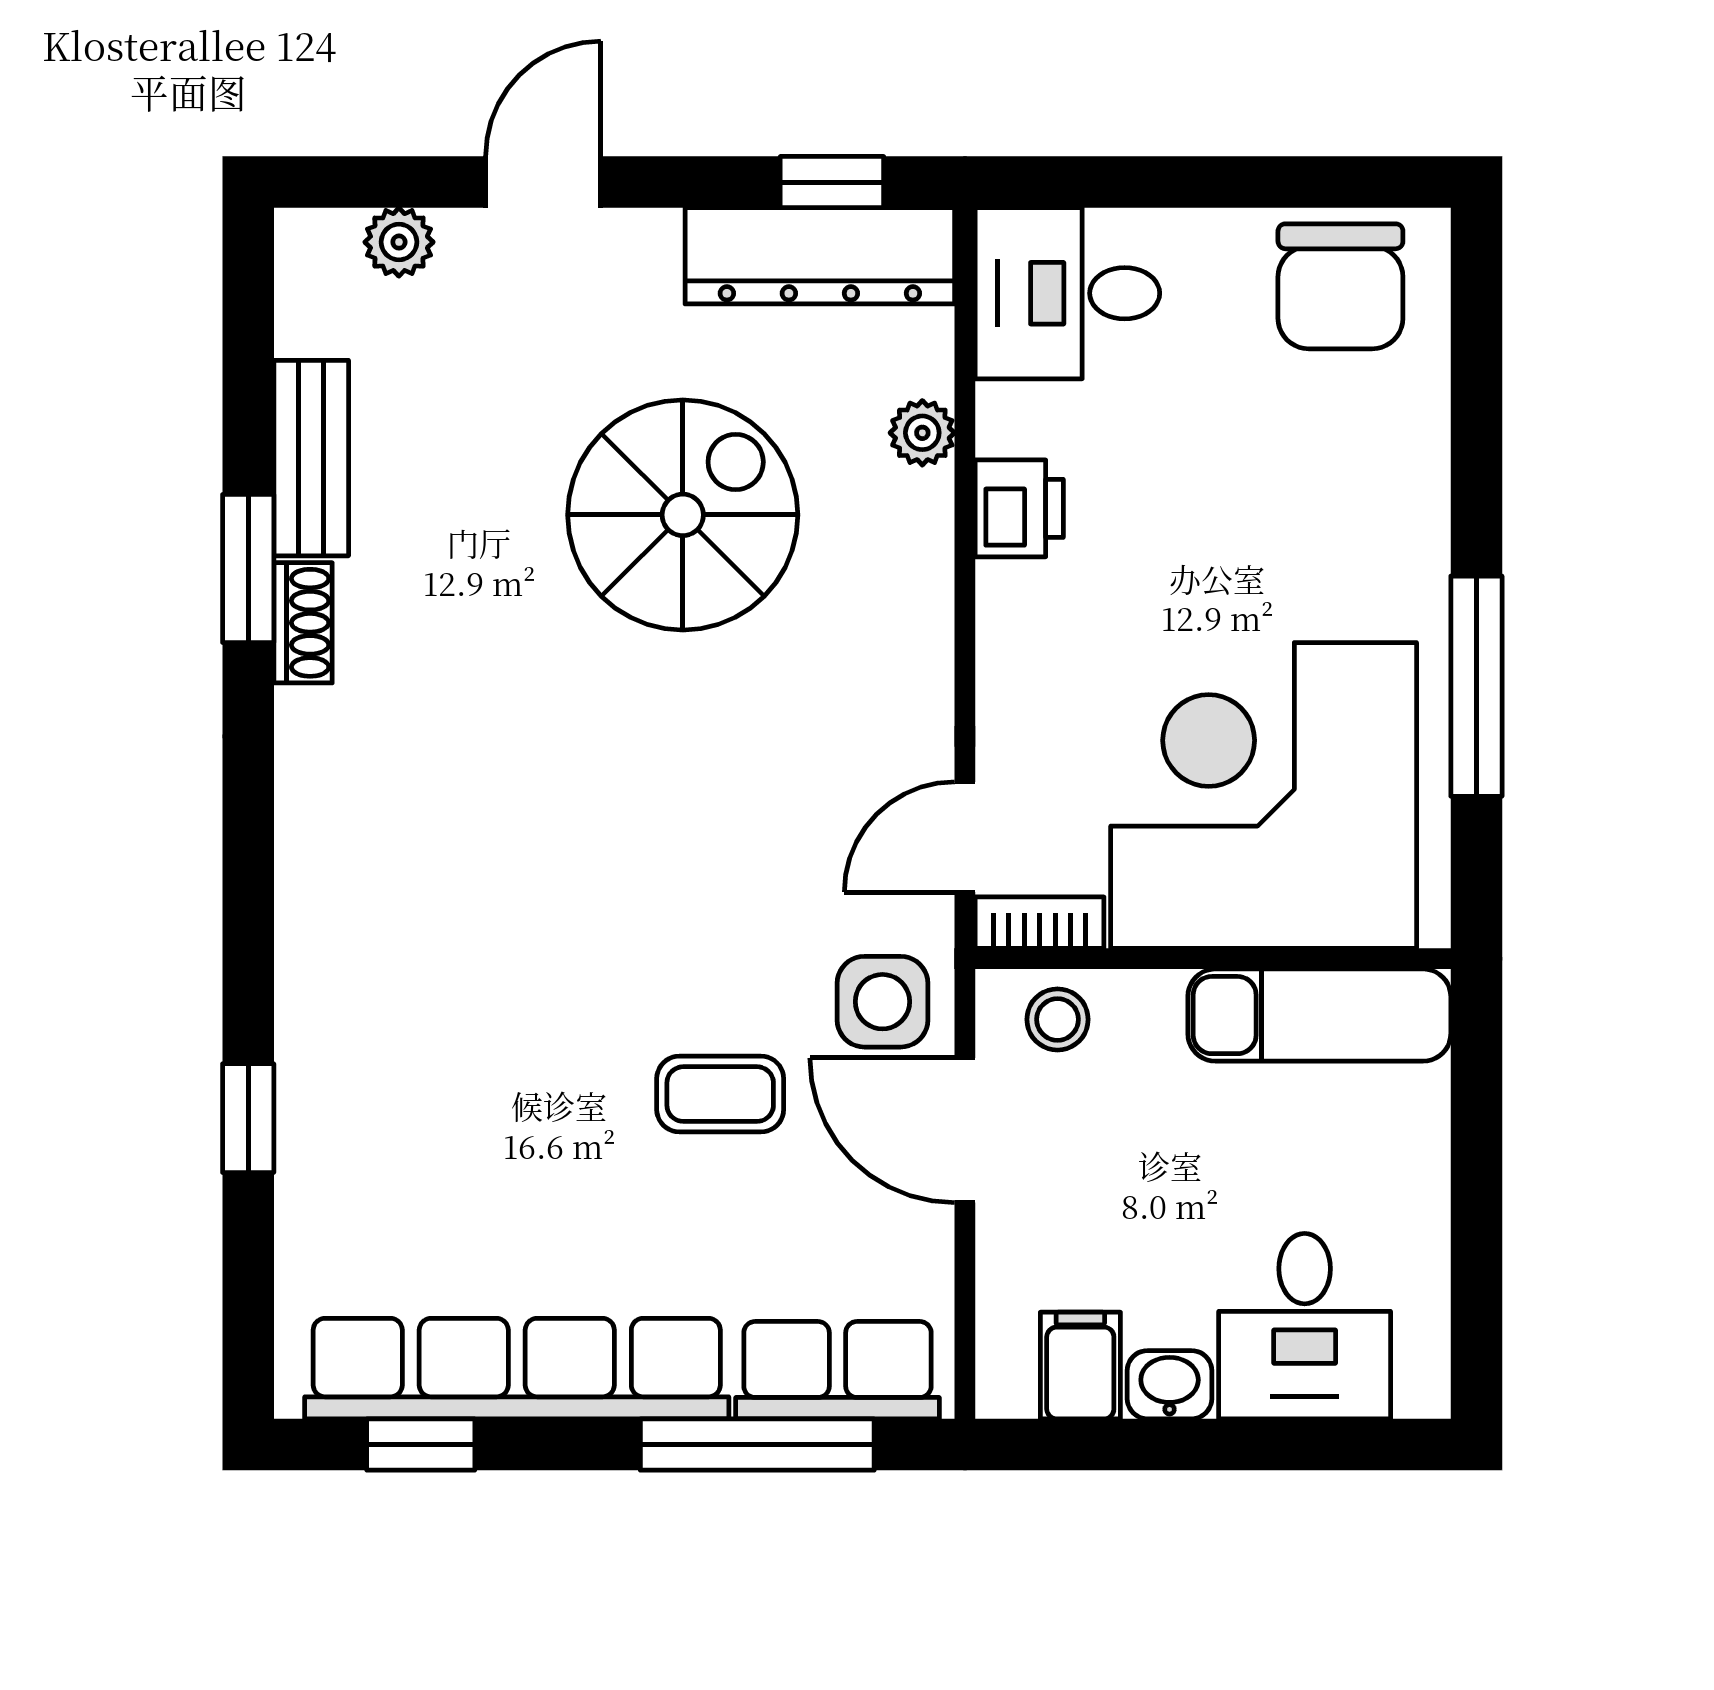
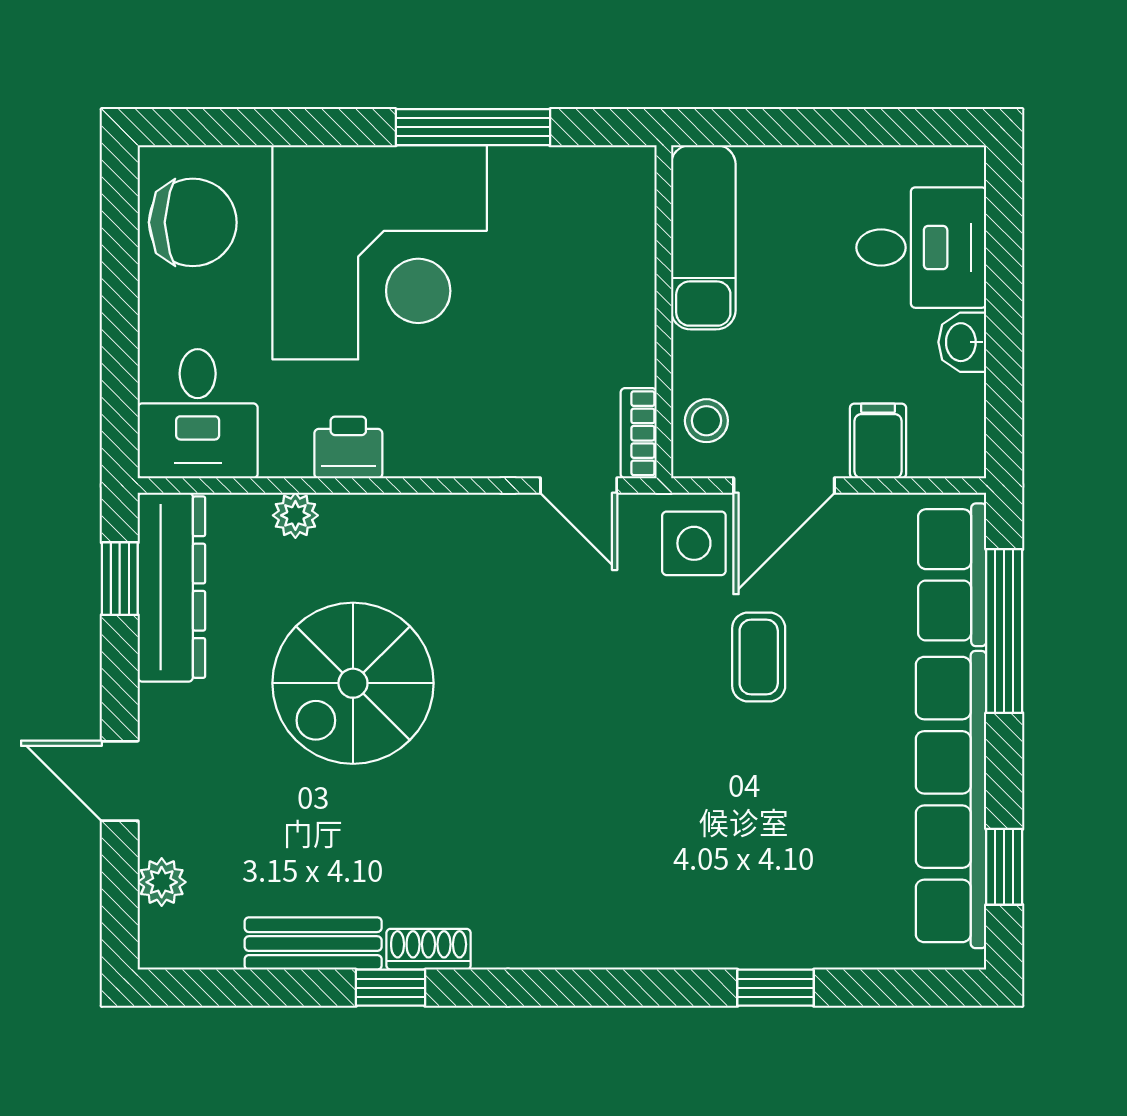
spiral stairs: (683, 515) -> (353, 683), turned -90
window: (248, 569) -> (390, 988), width x0.67
corner desk: (1264, 796) -> (380, 252), moved, turned -90
filing cabinet: (1080, 1366) -> (878, 441), moved, turned 90

